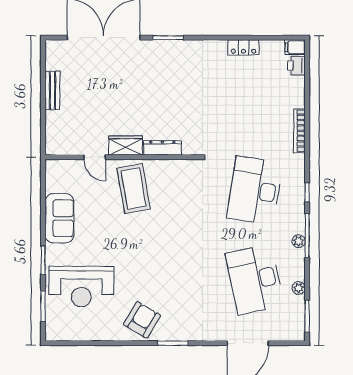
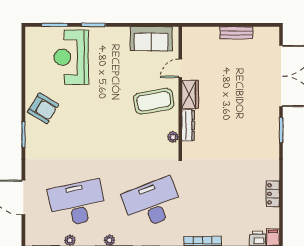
plant: (176, 166) -> (173, 137), added
desk: (255, 190) -> (152, 203), turned -30
sofa: (59, 218) -> (151, 39), moved

